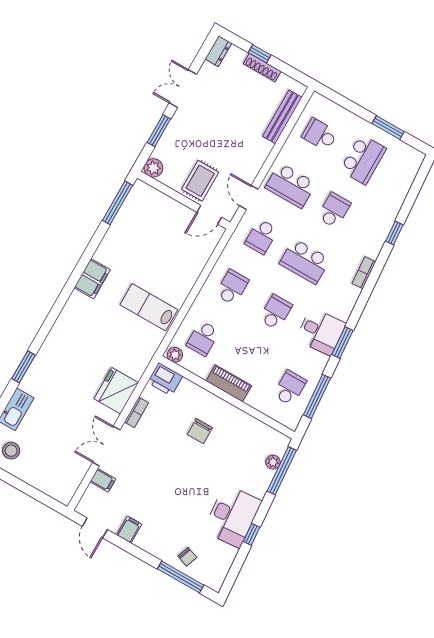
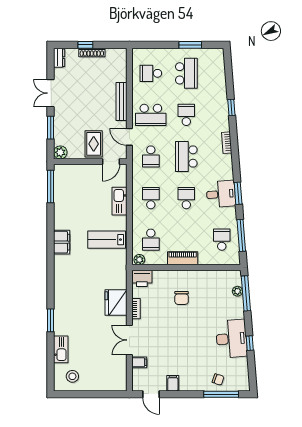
bench: (282, 117) -> (122, 101), moved
school desk: (305, 261) -> (186, 157), turned 90
kitchen sink: (192, 269) -> (119, 201), added

